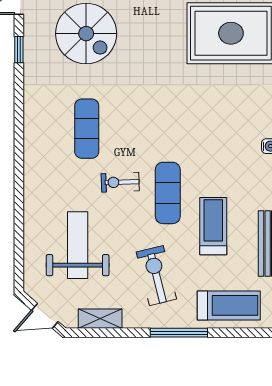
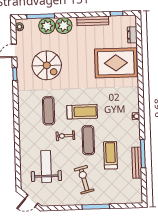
treadmill: (229, 305) -> (82, 112), moved
shelving: (100, 319) -> (58, 201), removed

